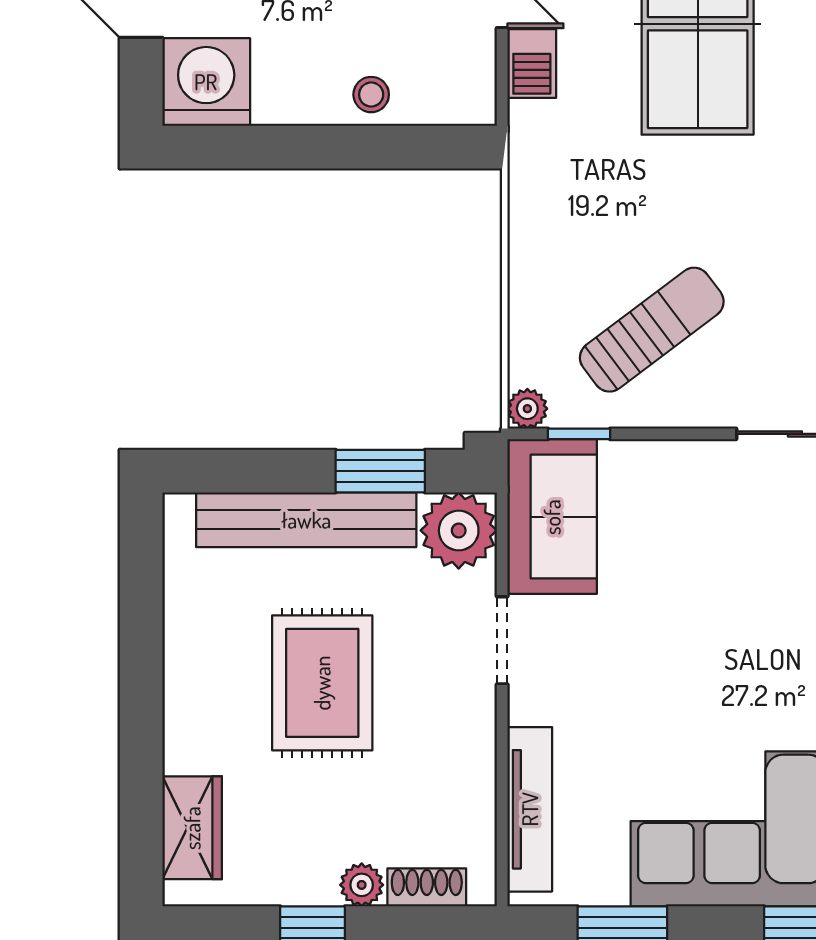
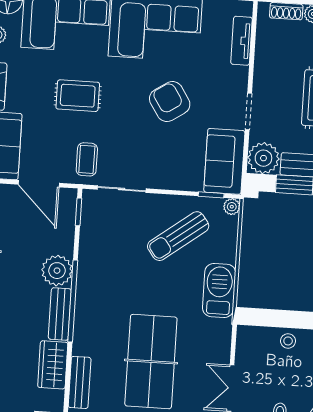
barbecue: (532, 63) -> (219, 290), moved, width x1.88, depth x1.53
armchair: (693, 652) -> (170, 102), added
tv unit: (530, 809) -> (242, 41), width x0.71

